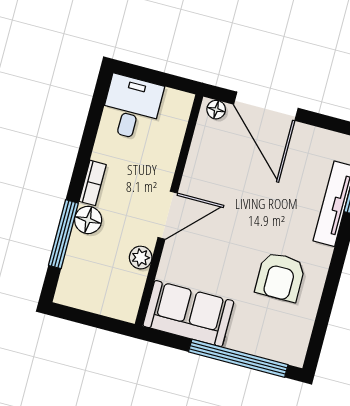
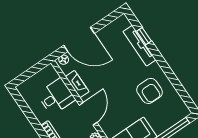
desk: (132, 108) -> (56, 97), moved, turned 90
fireplace: (197, 161) -> (77, 84), added

